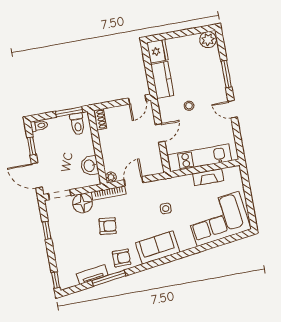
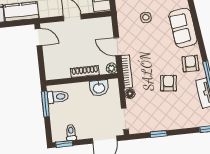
shoe rack: (100, 119) -> (85, 71), moved, width x1.43
toilet: (39, 126) -> (71, 132), moved
window: (32, 146) -> (64, 144), moved
floor lamp: (82, 203) -> (130, 94), width x0.53, depth x0.53
armchair: (108, 226) -> (168, 83), moved

